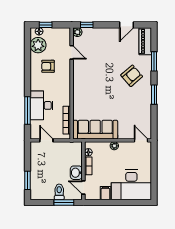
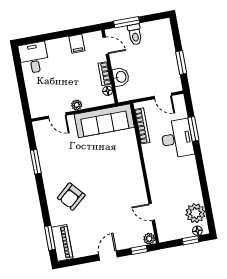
door: (127, 25) -> (108, 256), moved
window: (154, 61) -> (50, 238), moved
armchair: (48, 66) -> (178, 189), removed
window: (154, 95) -> (36, 162), moved
window: (28, 111) -> (193, 129), width x0.69
door: (141, 140) -> (57, 116), moved
washbasin: (76, 173) -> (121, 77), moved
window: (28, 180) -> (181, 62), moved
desk: (131, 185) -> (34, 58), width x0.53, depth x0.77

